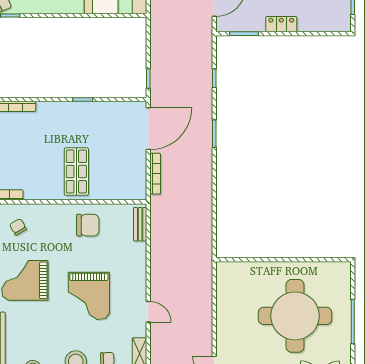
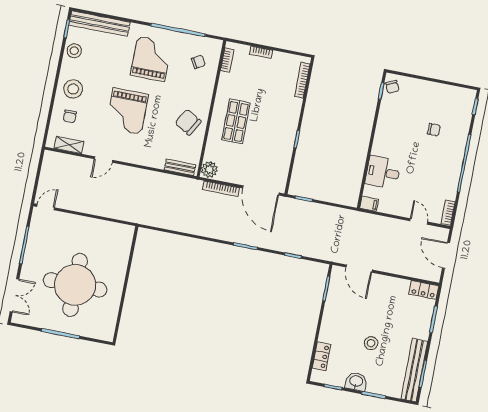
locker: (281, 24) -> (321, 356), moved
shop shelf: (76, 172) -> (236, 121), turned 90
plant: (136, 191) -> (209, 169), added
chair: (88, 225) -> (188, 122), turned 120
grand piano: (89, 296) -> (127, 111), turned -90

